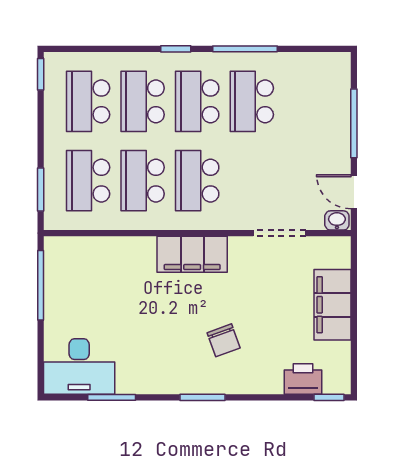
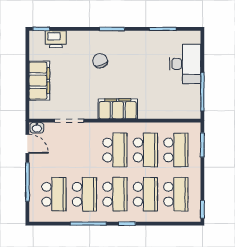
school desk: (306, 101) -> (54, 194), added
desk: (79, 366) -> (185, 64), moved, turned 90

